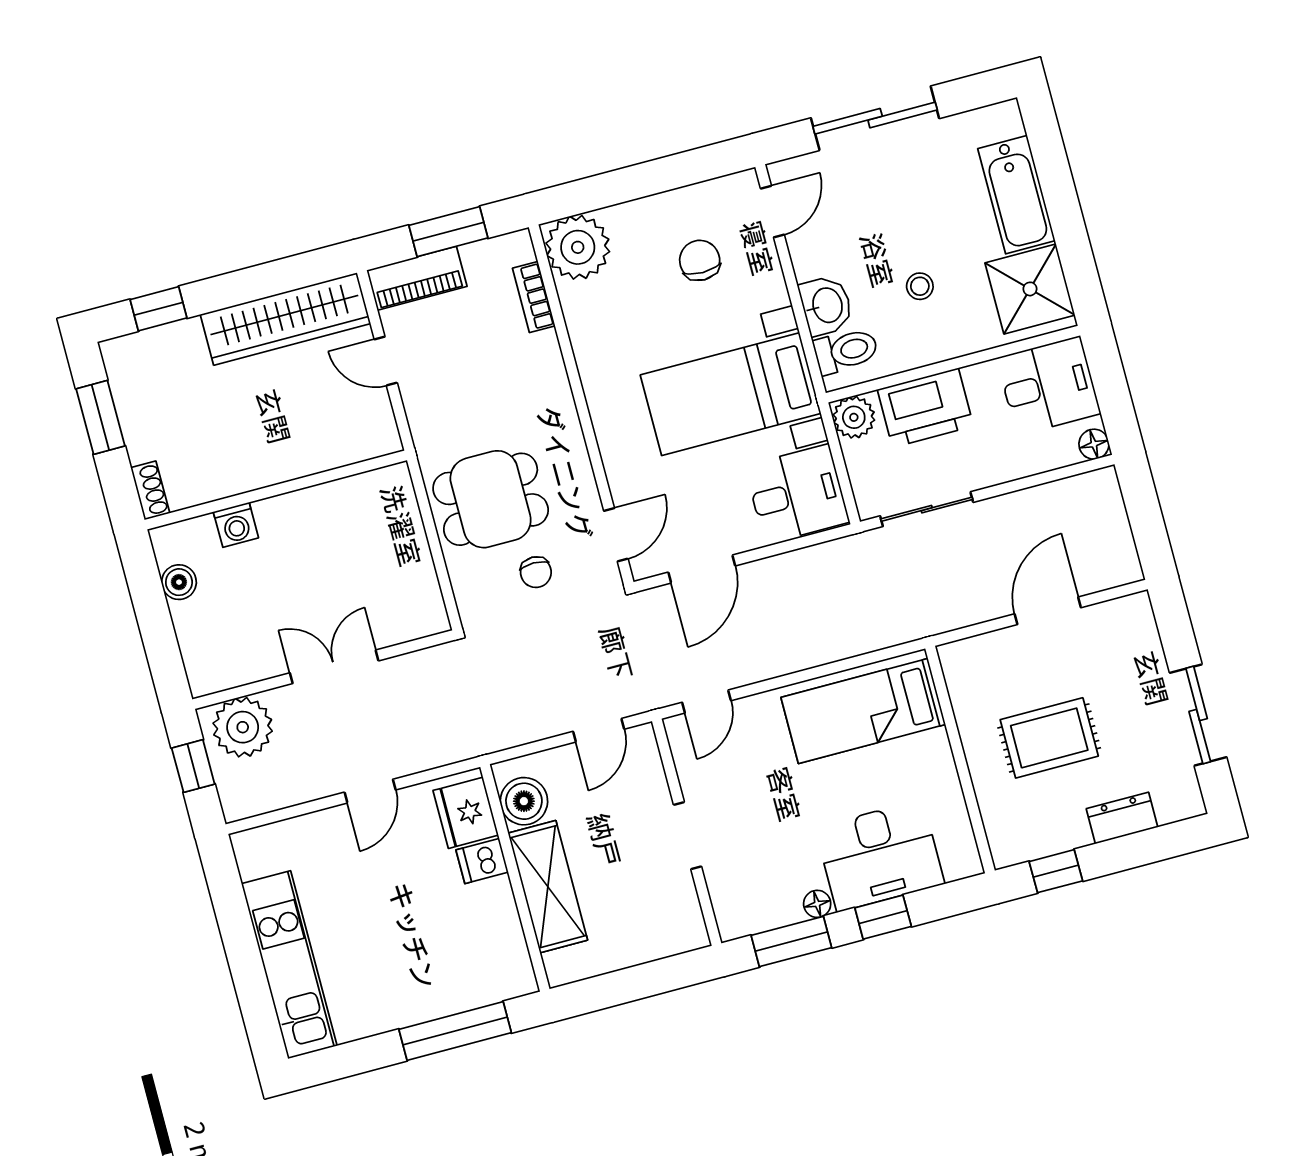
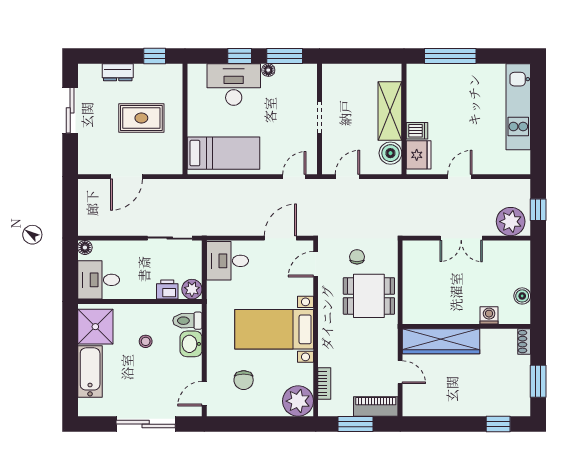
wardrobe: (285, 319) -> (441, 341), moved, turned 180
bed with nightstands: (731, 394) -> (274, 329), moved, turned 180
printer: (925, 408) -> (167, 289), width x0.53, depth x0.68

